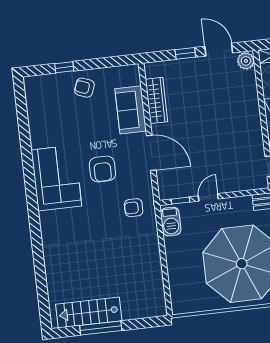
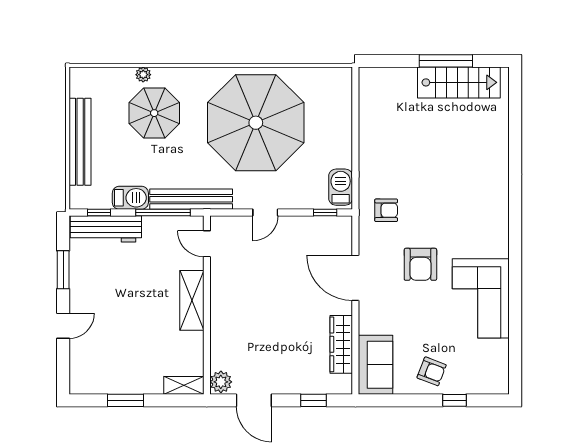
window: (185, 53) -> (313, 400), moved
sofa: (131, 110) -> (376, 365), moved
armchair: (102, 169) -> (420, 264), turned 180
corner sofa: (56, 178) -> (481, 298), moved
door: (208, 197) -> (265, 213), moved

